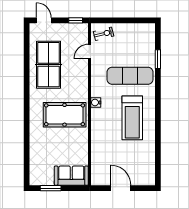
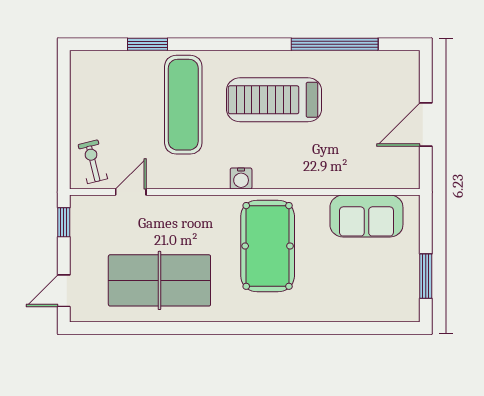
door: (89, 51) -> (131, 192), swing flipped
treadmill: (132, 118) -> (274, 100), turned 180
window: (158, 146) -> (335, 44), added
sofa: (71, 176) -> (366, 216), moved, turned -90

